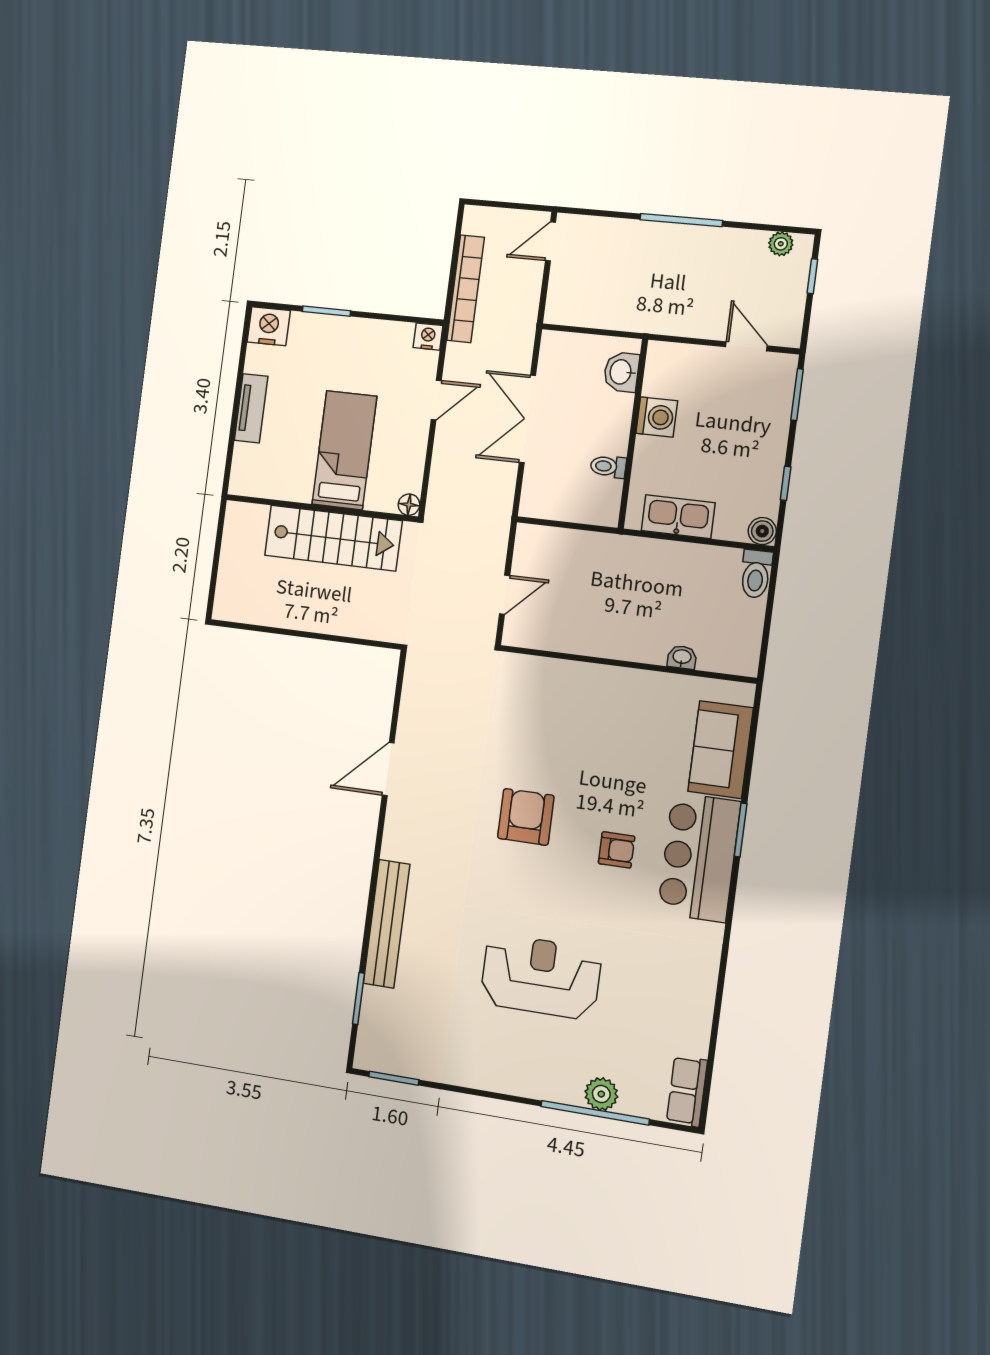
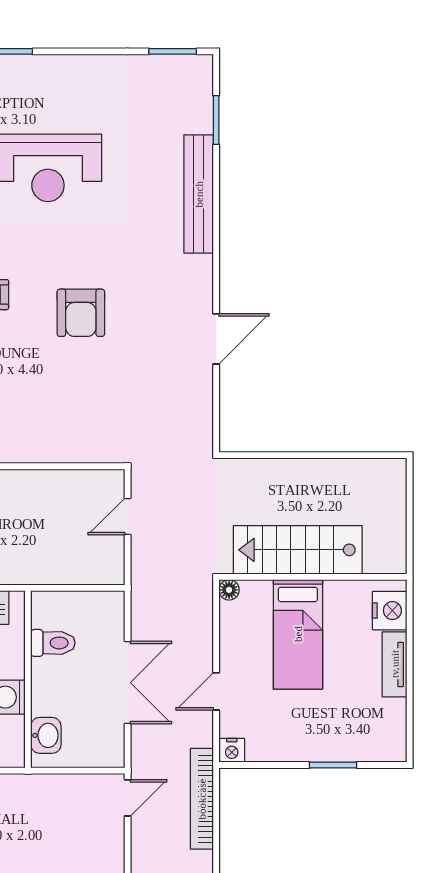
door: (550, 241) -> (128, 798), moved
nightstand: (269, 326) -> (390, 611), moved, turned -90
toilet: (608, 466) -> (53, 643), width x1.37, depth x1.39

